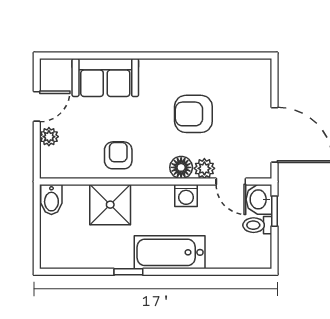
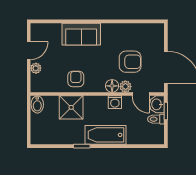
sofa: (105, 77) -> (81, 34), moved
armchair: (193, 114) -> (130, 62), moved, turned 180

